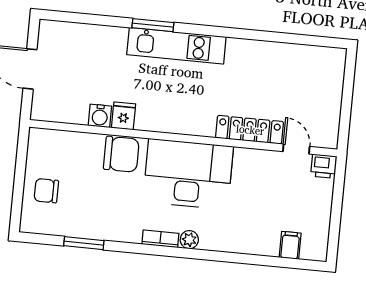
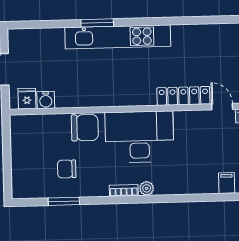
kitchen unit: (176, 46) -> (118, 37), width x1.36
water cooler: (100, 116) -> (46, 100), moved
fridge: (124, 116) -> (27, 99), moved
chair: (46, 191) -> (67, 169), moved

